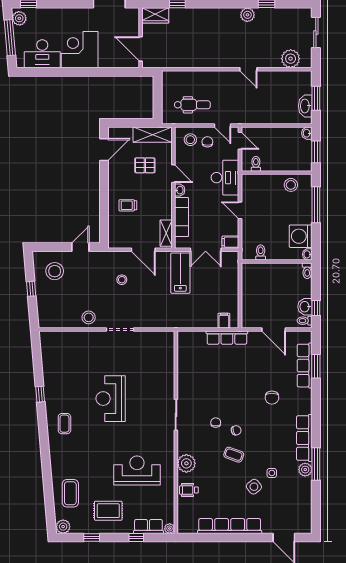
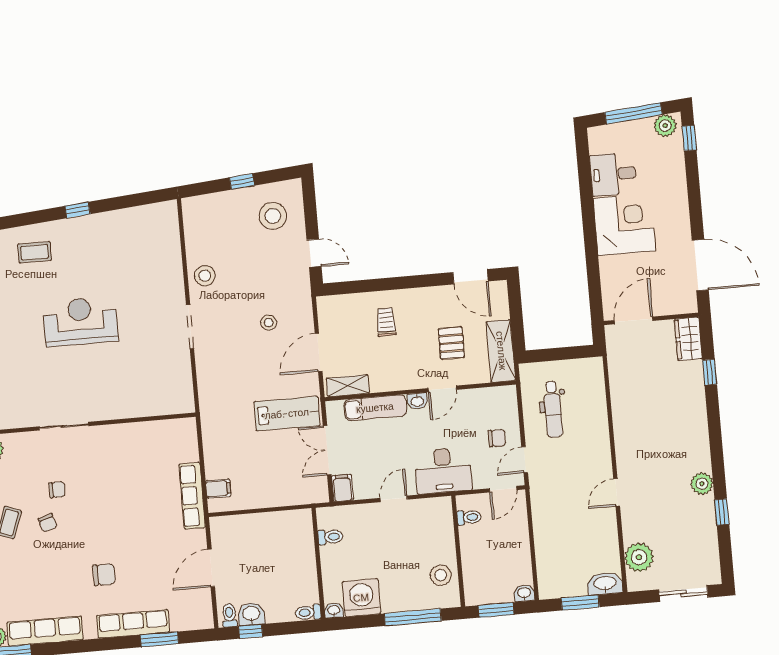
desk: (42, 54) -> (613, 174), width x0.73
washbasin: (305, 106) -> (605, 584), moved
stool: (190, 140) -> (498, 411), removed
row of seats: (305, 366) -> (133, 624), moved
chair: (272, 398) -> (104, 575), turned 180

